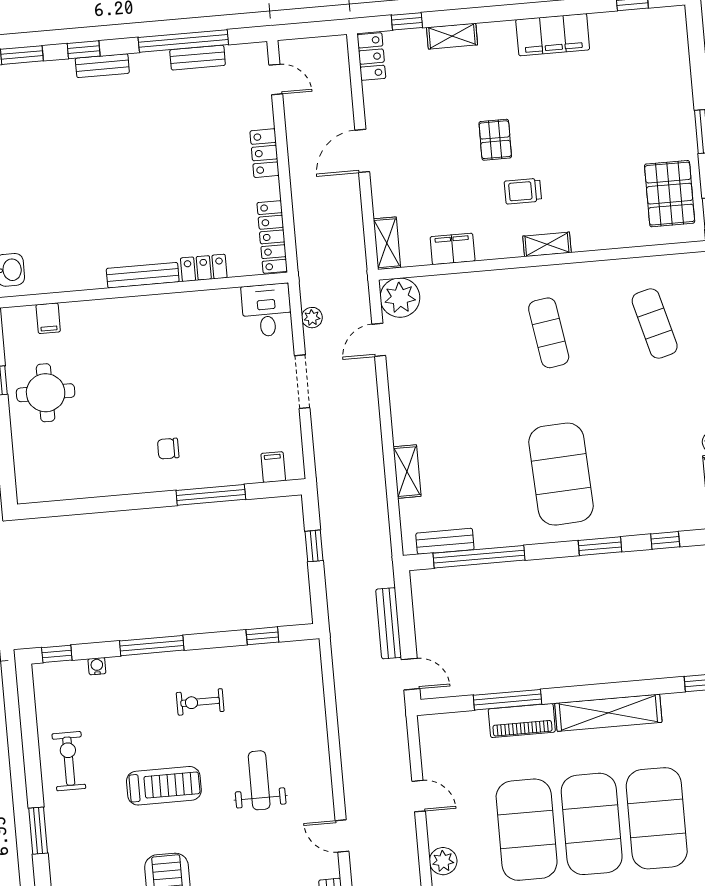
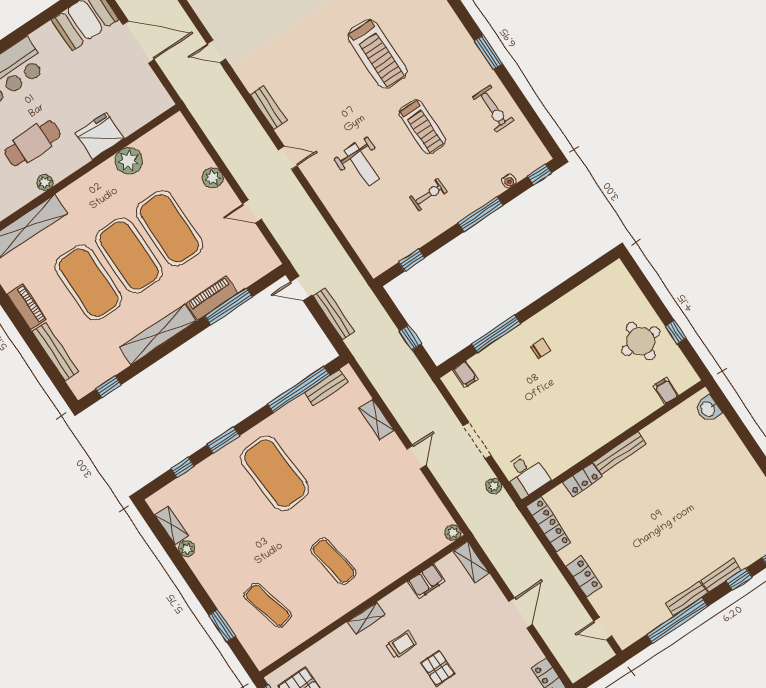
bench: (198, 58) -> (687, 598), moved
plant: (400, 298) -> (453, 533), width x0.53, depth x0.53
door: (379, 340) -> (416, 457), moved
treadmill: (164, 786) -> (422, 127), turned -90

